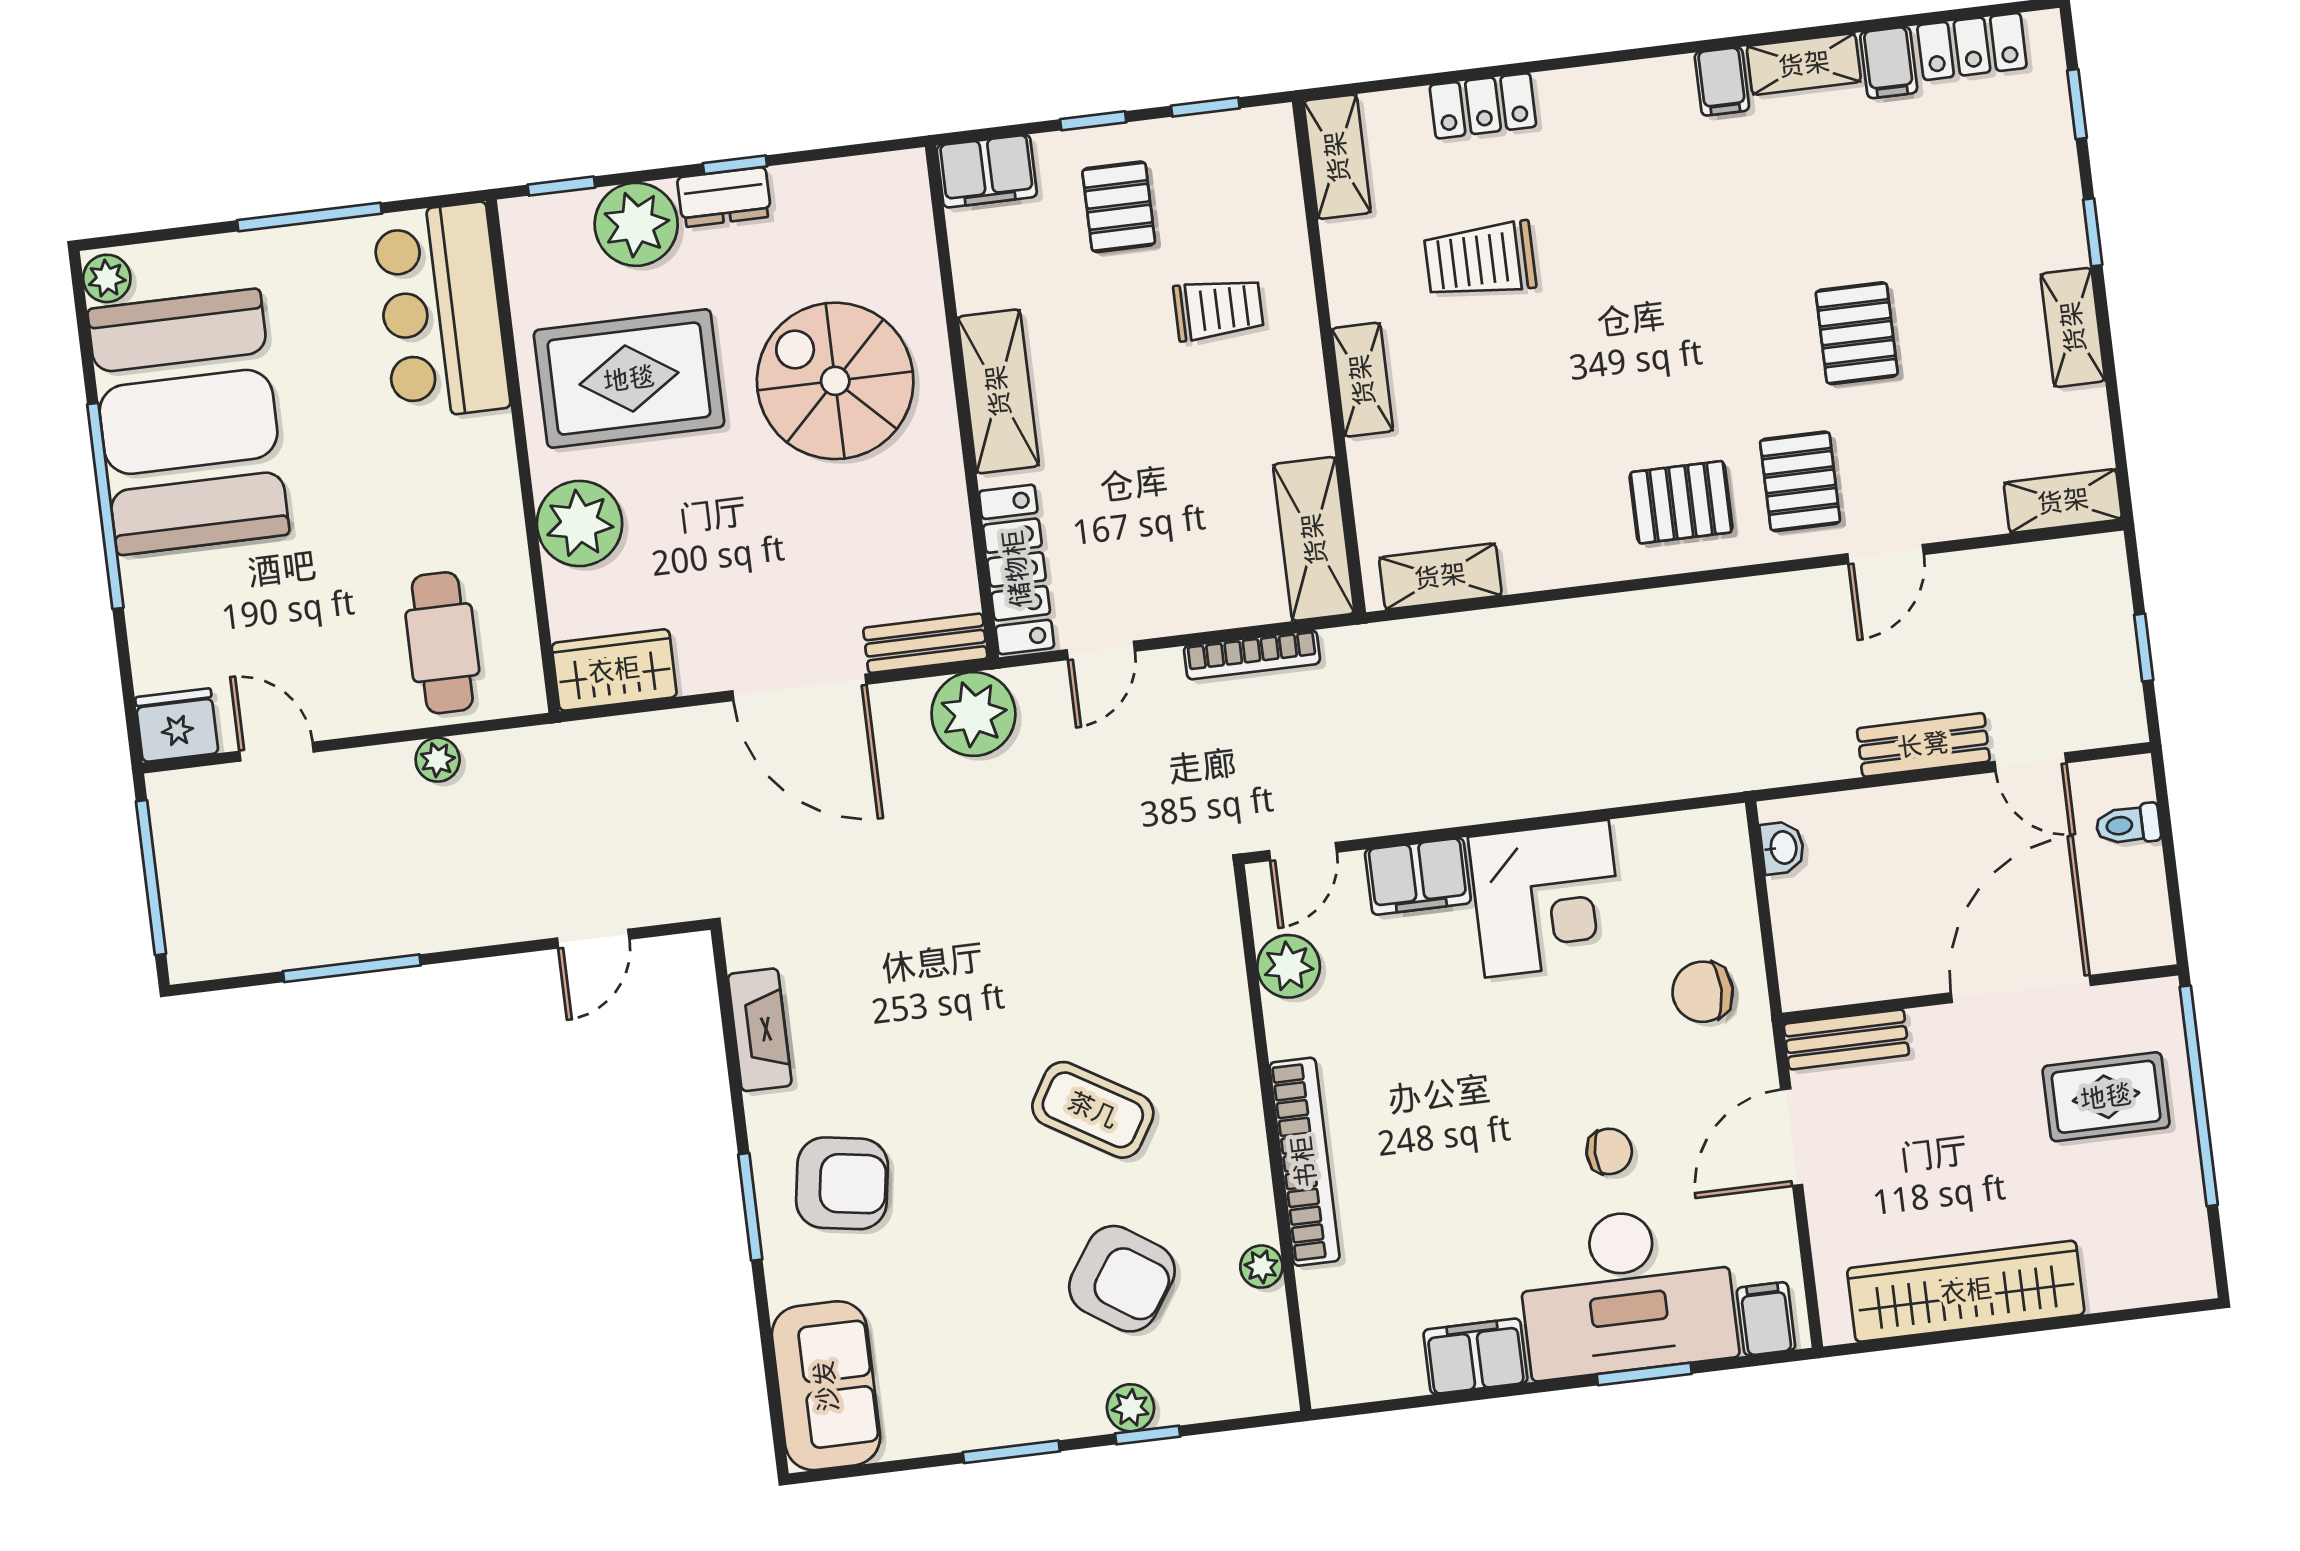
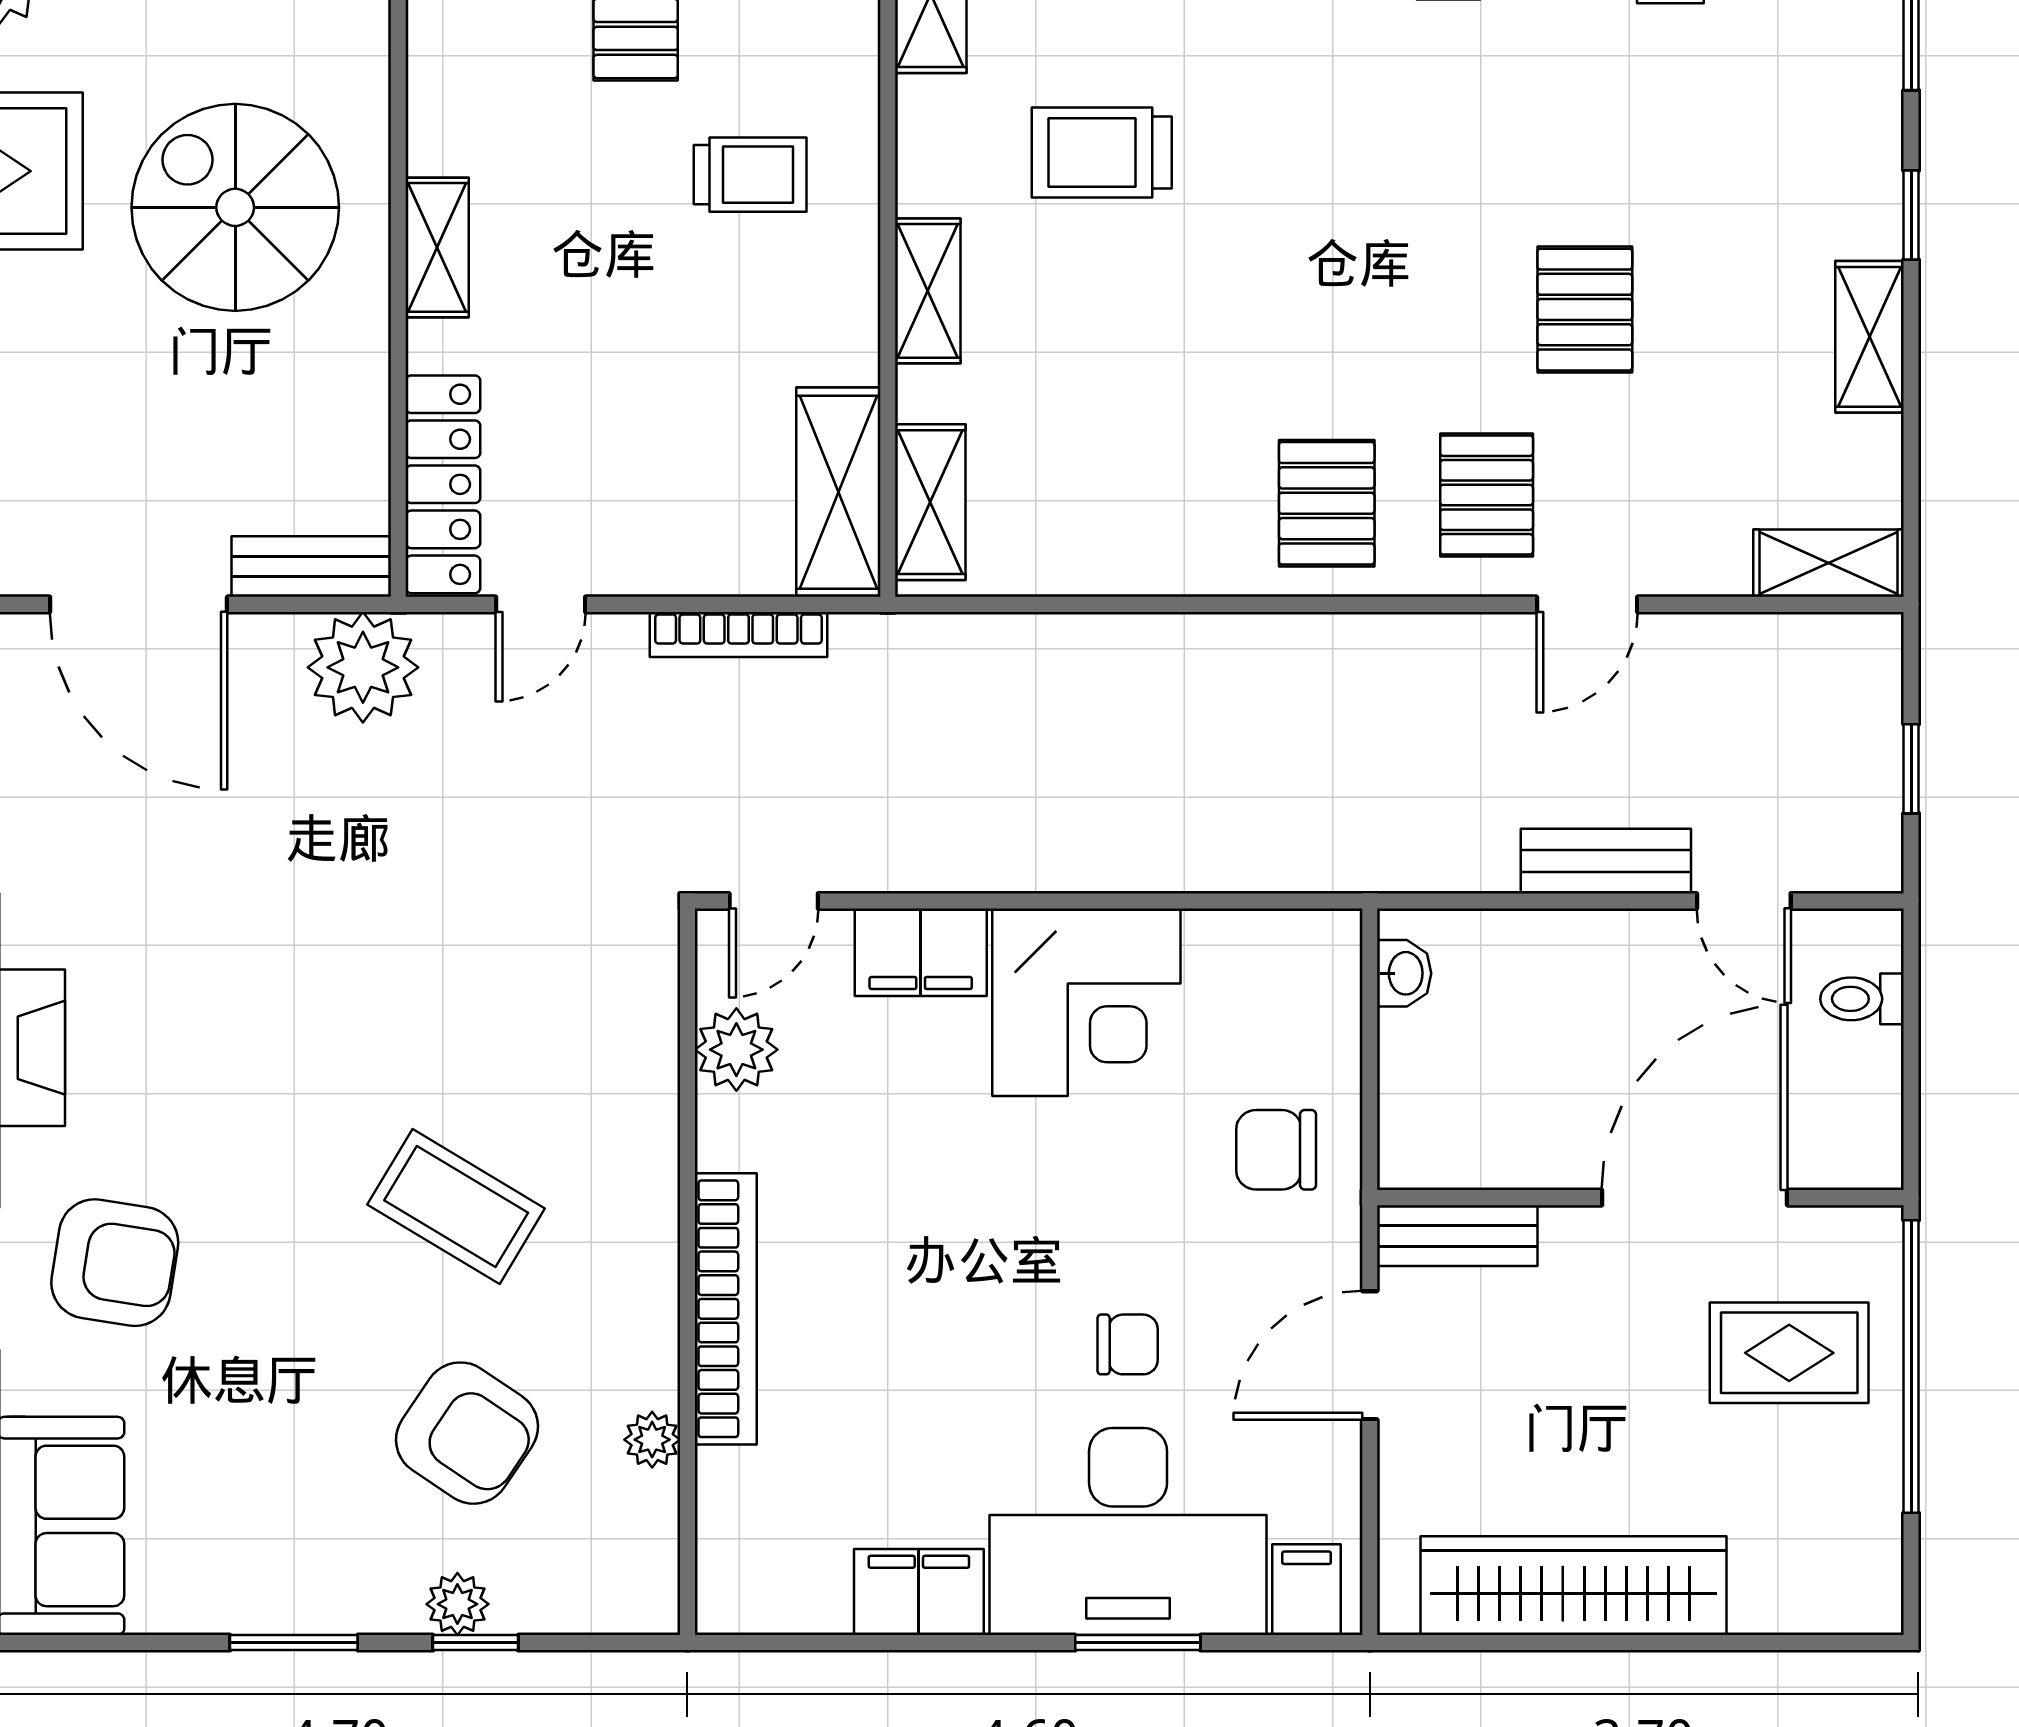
shelving: (998, 391) -> (437, 247), width x0.67, depth x0.75
pallet: (1681, 502) -> (1327, 503), turned 90
shelving: (1440, 576) -> (930, 502), moved, turned 90

